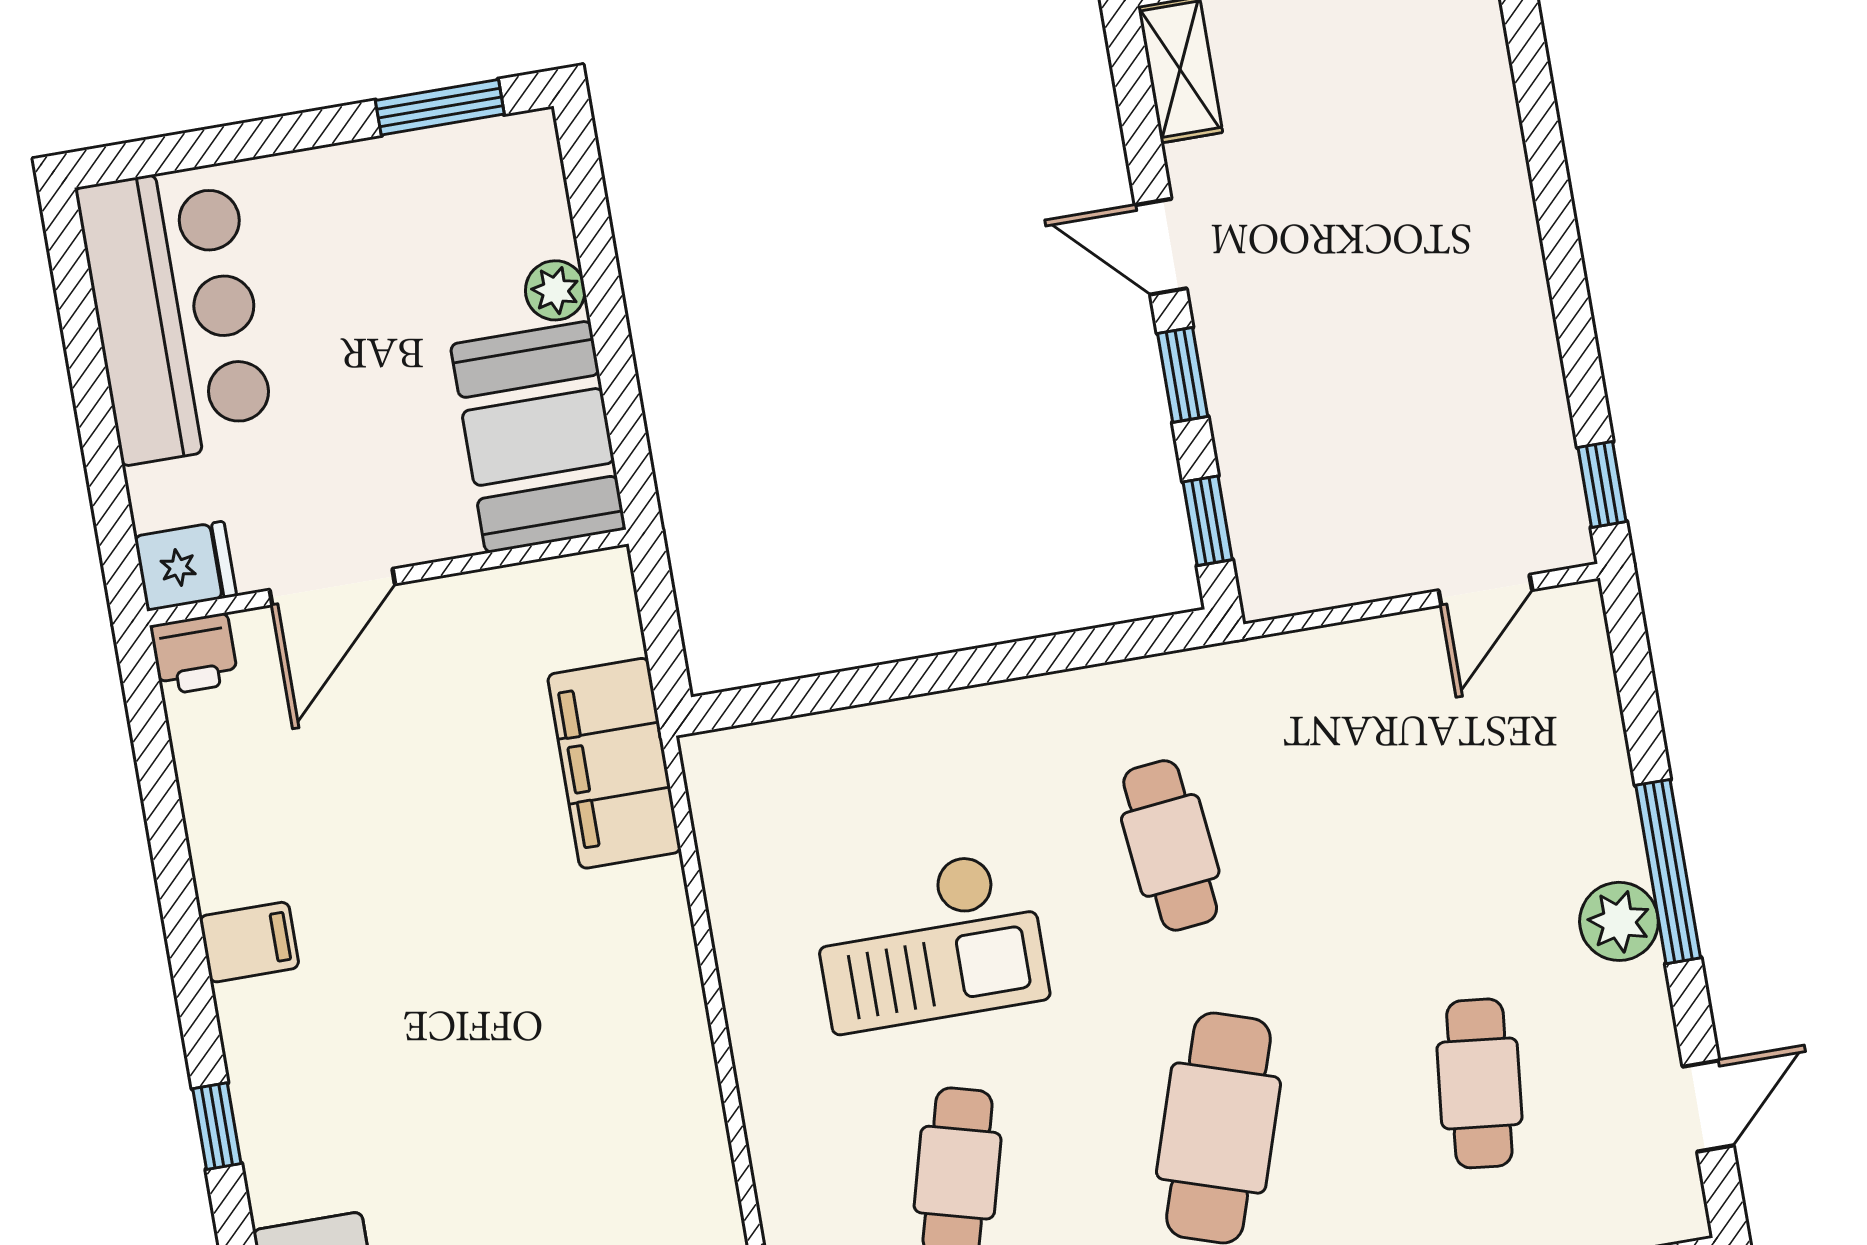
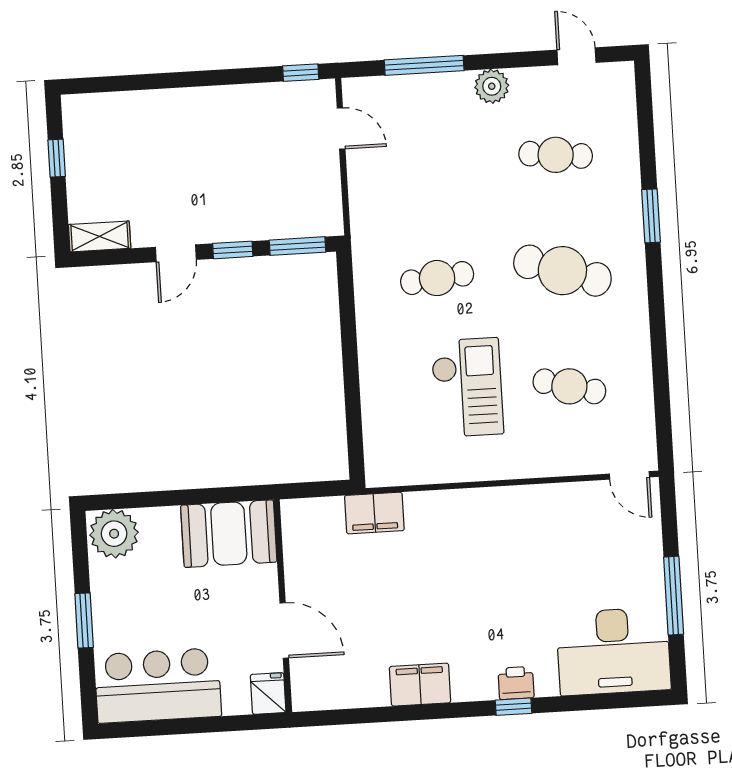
window: (440, 107) -> (84, 620), moved
plant: (555, 290) -> (114, 534), moved, width x1.88, depth x1.88
window: (1208, 521) -> (297, 246), width x1.50
printer: (194, 654) -> (516, 683), moved, turned -90
filing cabinet: (614, 763) -> (374, 513), width x0.67, depth x0.86
window: (1668, 872) -> (424, 65), moved
filing cabinet: (249, 942) -> (420, 685), width x2.00

